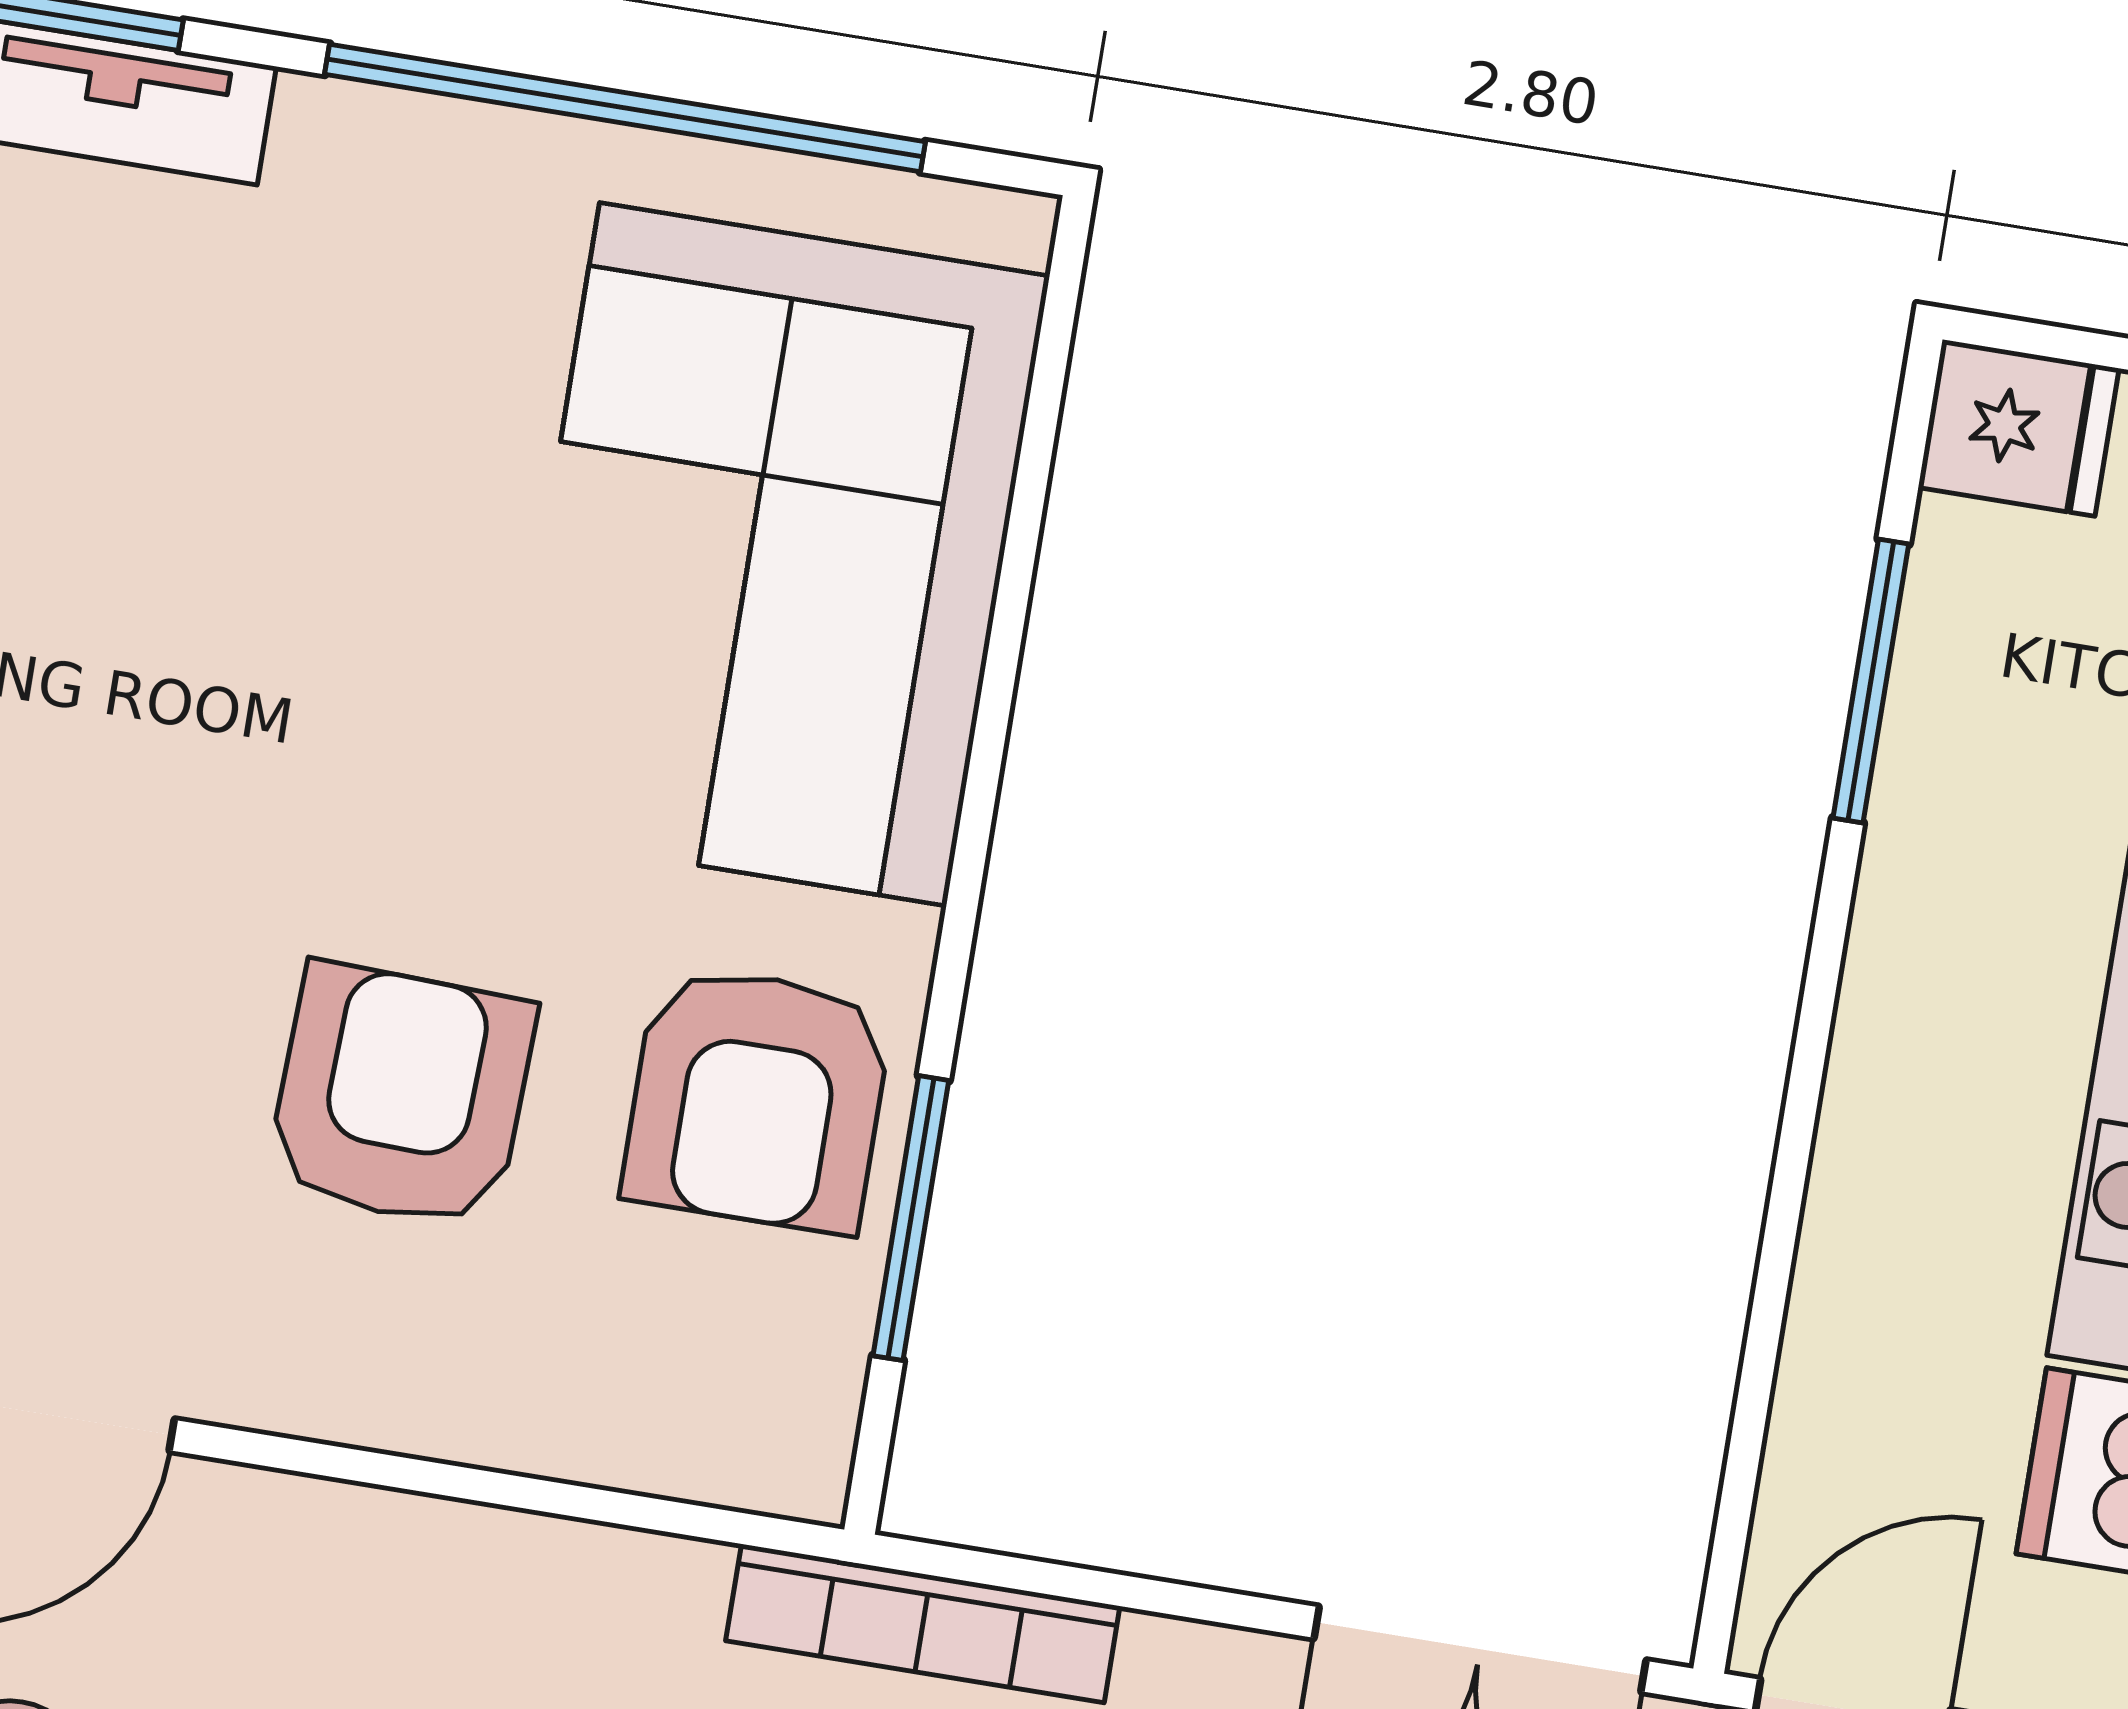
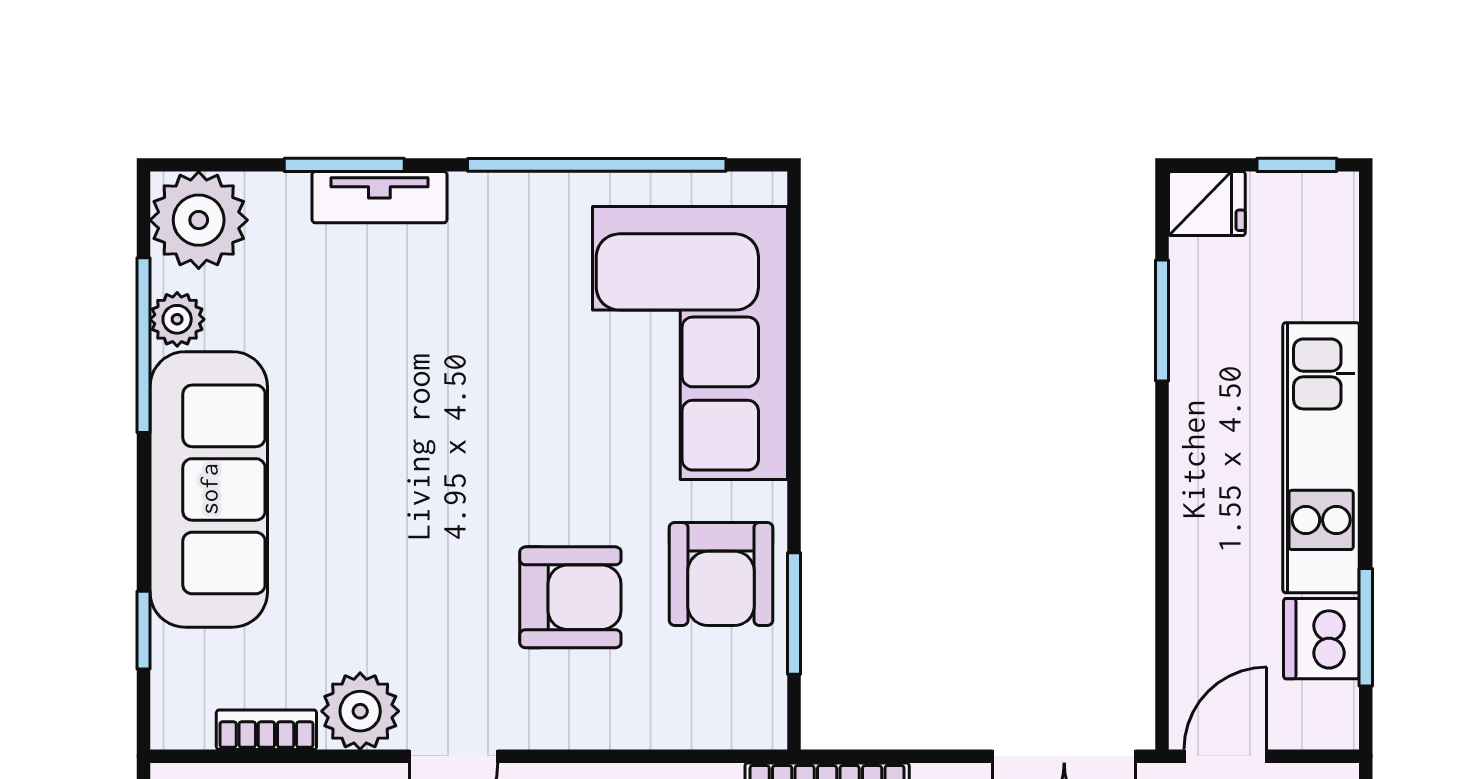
armchair: (401, 1096) -> (570, 597), turned 88

